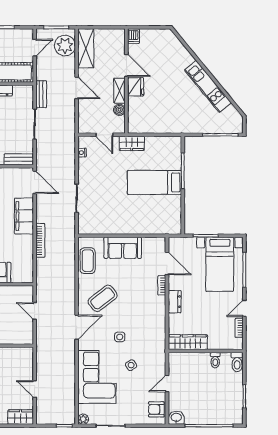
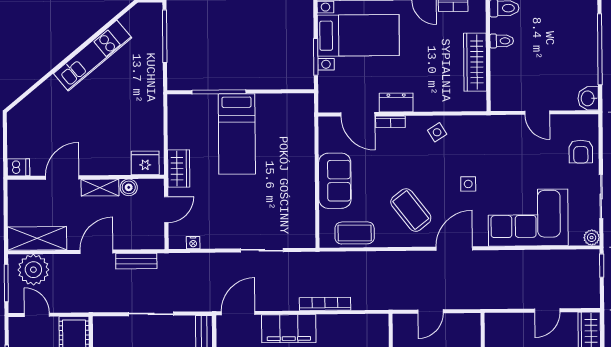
fridge: (136, 87) -> (145, 163), moved
bench: (41, 94) -> (136, 261), moved
door: (167, 263) -> (358, 114), swing flipped
dresser: (175, 302) -> (396, 102), moved
door: (77, 327) -> (454, 249), hinge flipped
wardrobe: (188, 342) -> (475, 62), moved
side table: (131, 365) -> (437, 132), moved
armchair: (156, 409) -> (581, 152), moved

